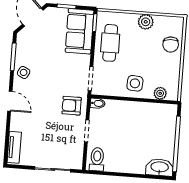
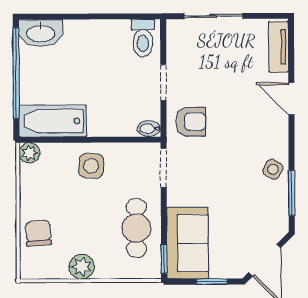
plant: (160, 93) -> (29, 153), moved
door: (10, 101) -> (291, 99), moved
bathtub: (156, 113) -> (53, 121), added

